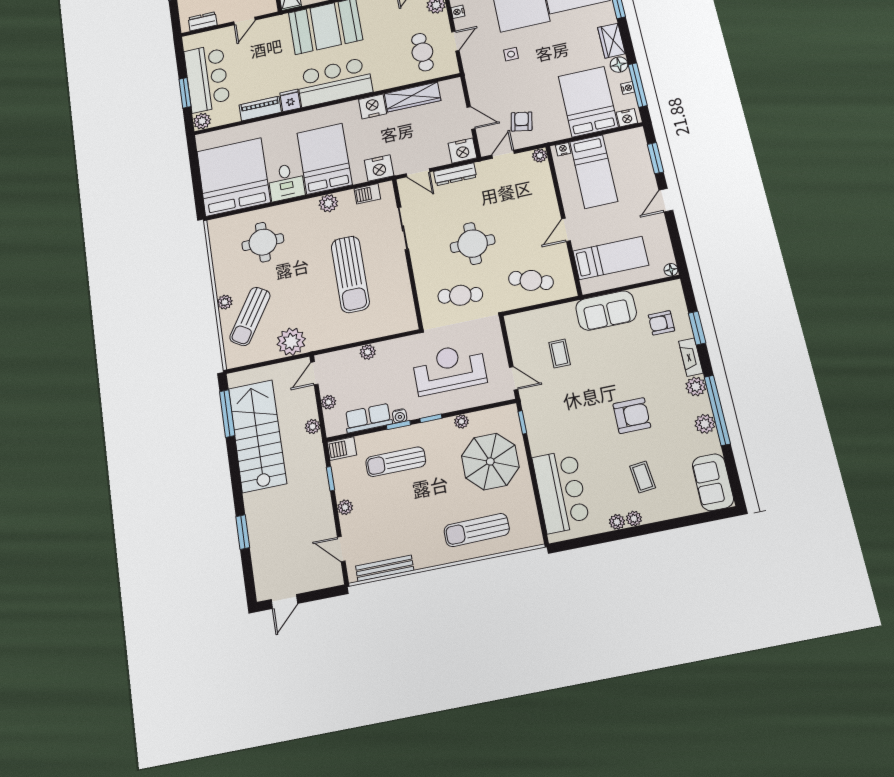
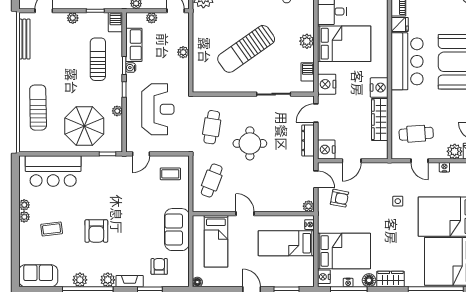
sun lounger: (350, 274) -> (246, 49), turned -35
coffee table: (560, 354) -> (170, 174), moved

